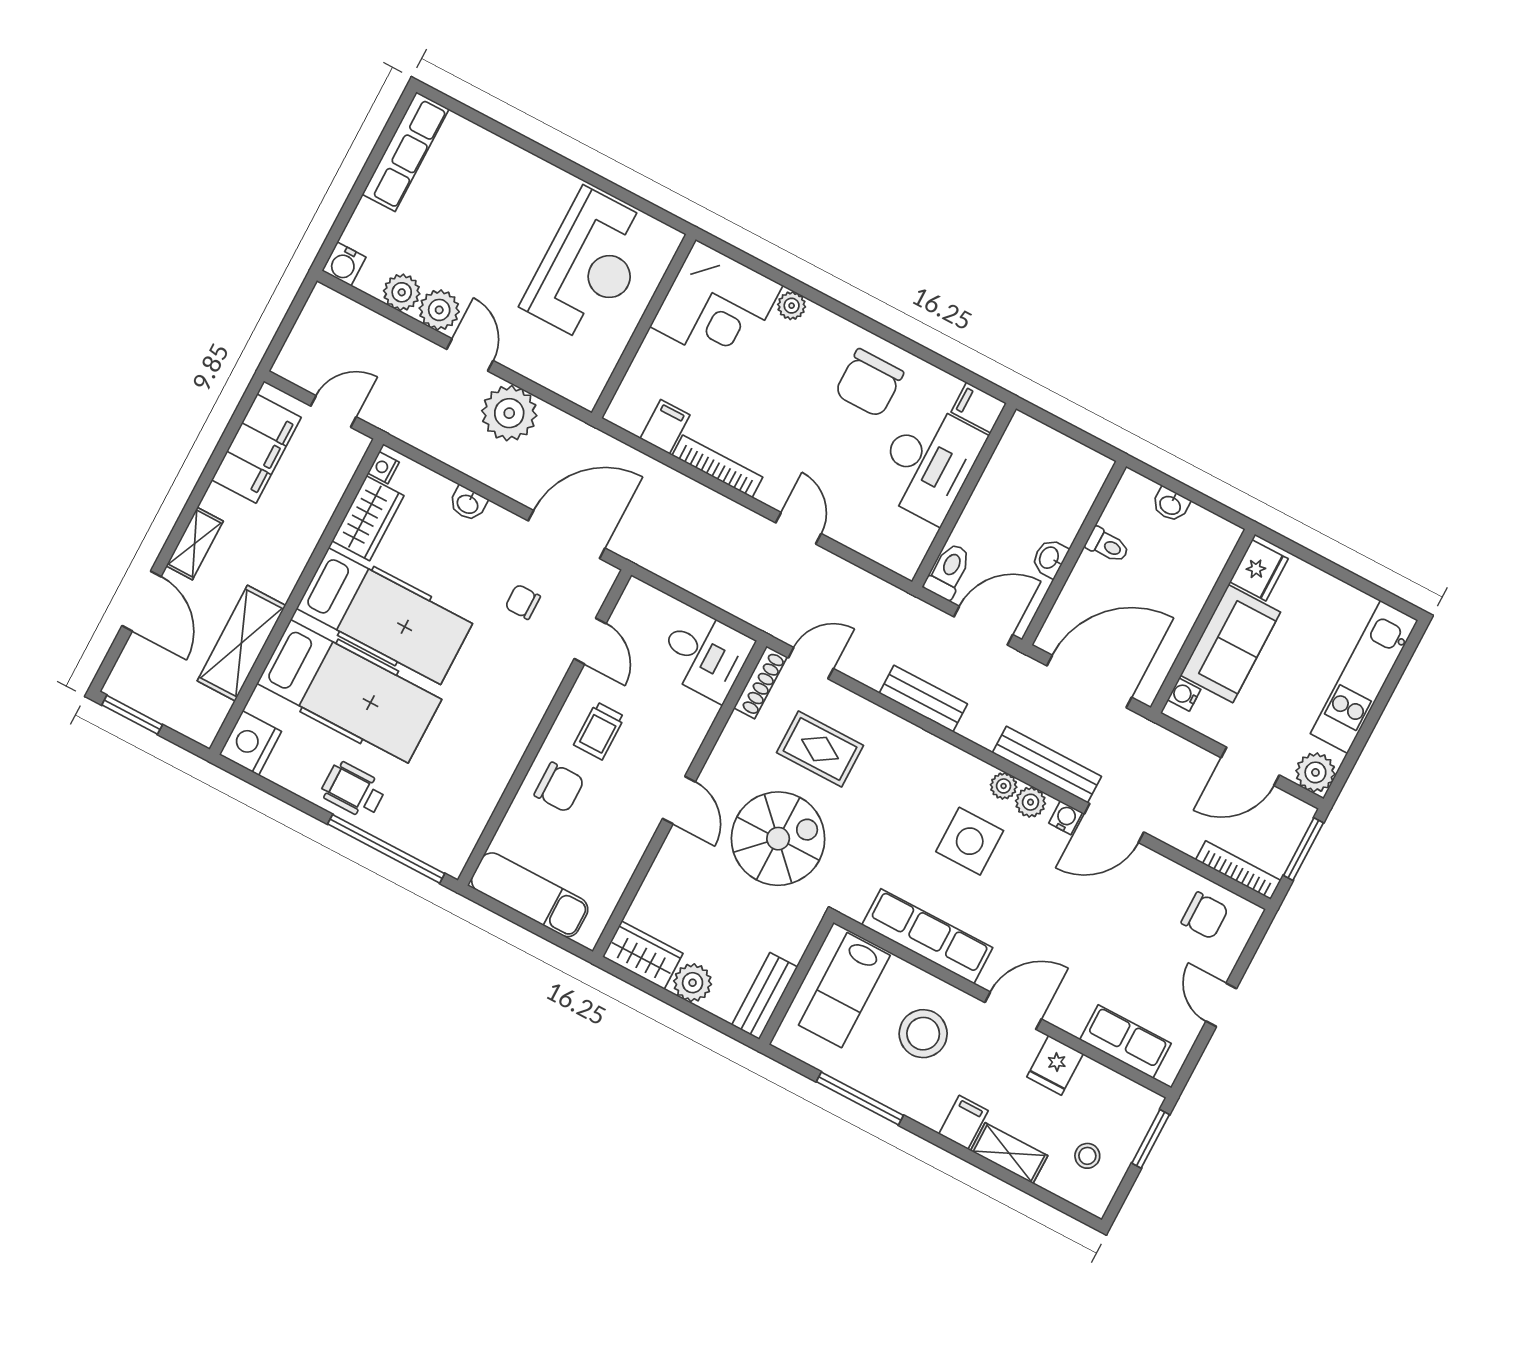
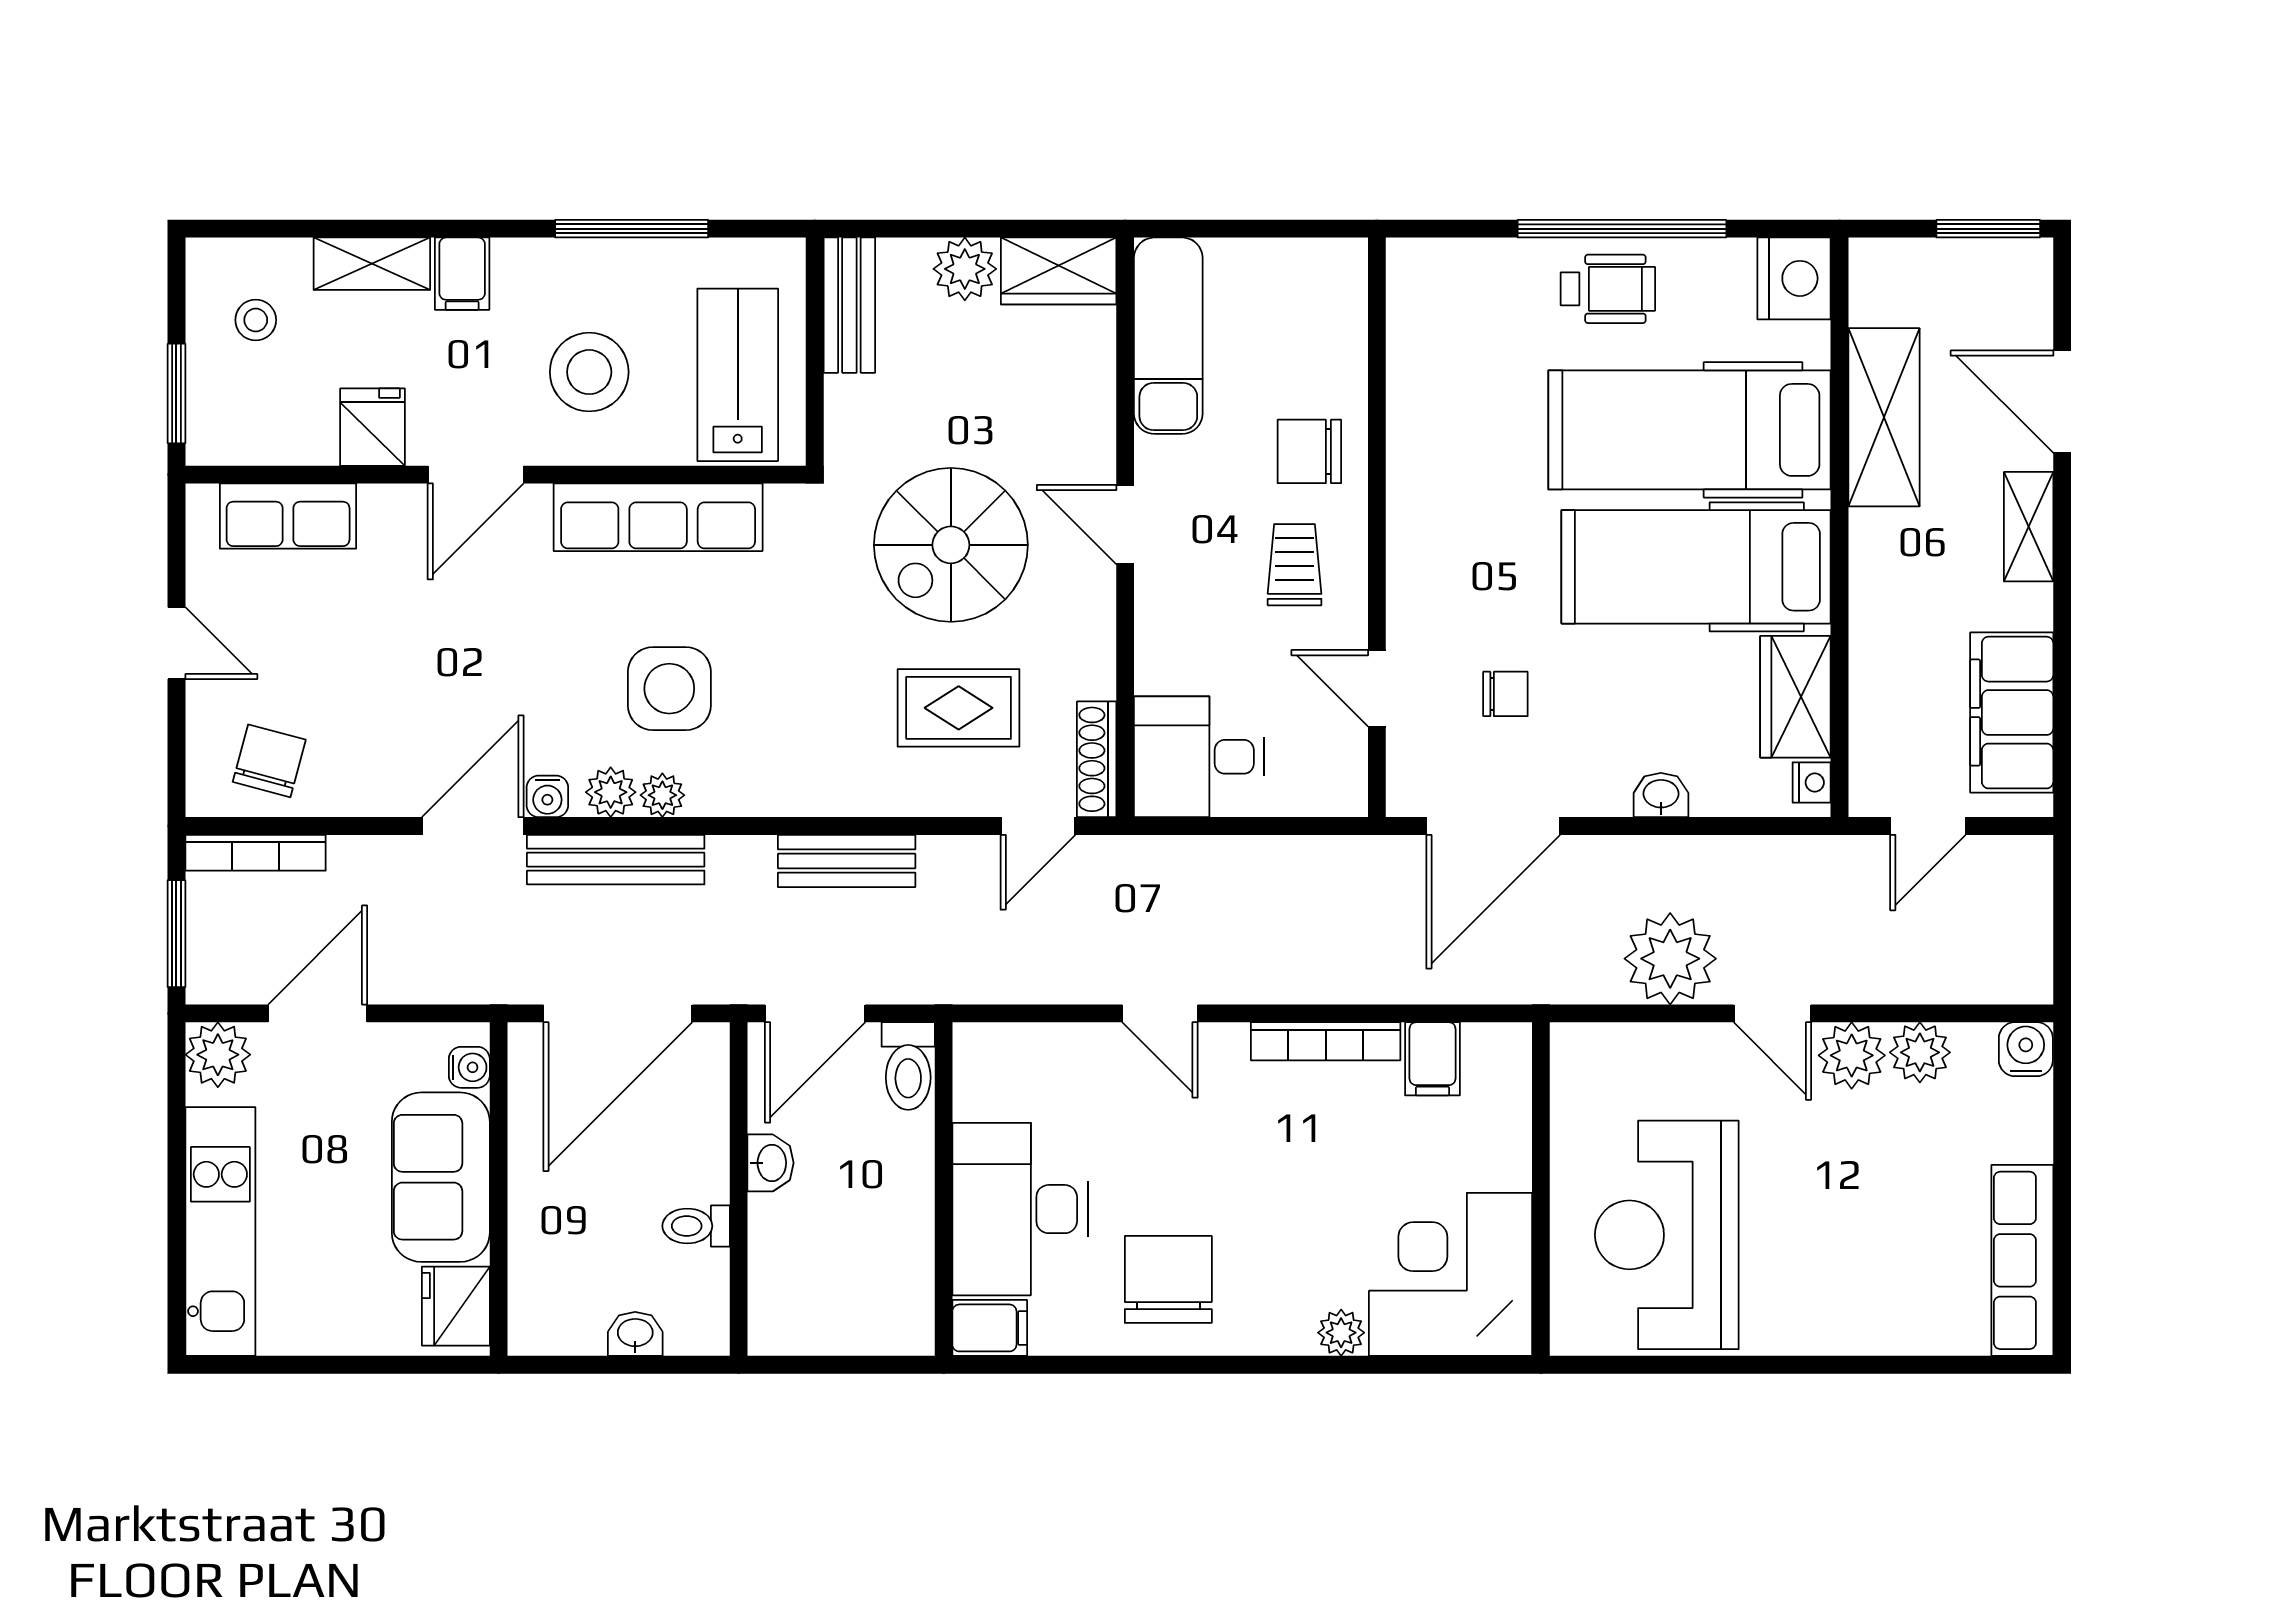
window: (386, 849) -> (1622, 229), moved
exam couch: (530, 895) -> (1168, 336), moved, turned -90
chair: (1205, 916) -> (269, 761), turned 105

